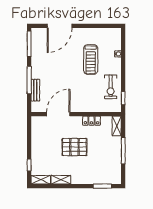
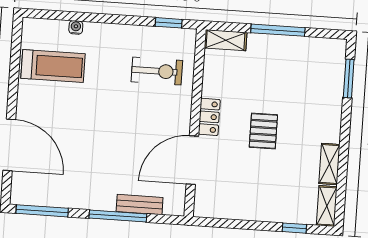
treadmill: (91, 59) -> (53, 66), moved
exercise bike: (111, 87) -> (157, 71), moved
door: (58, 114) -> (192, 160), hinge flipped
locker: (91, 121) -> (209, 117), moved
pallet: (74, 147) -> (263, 131), width x0.67, depth x0.71

